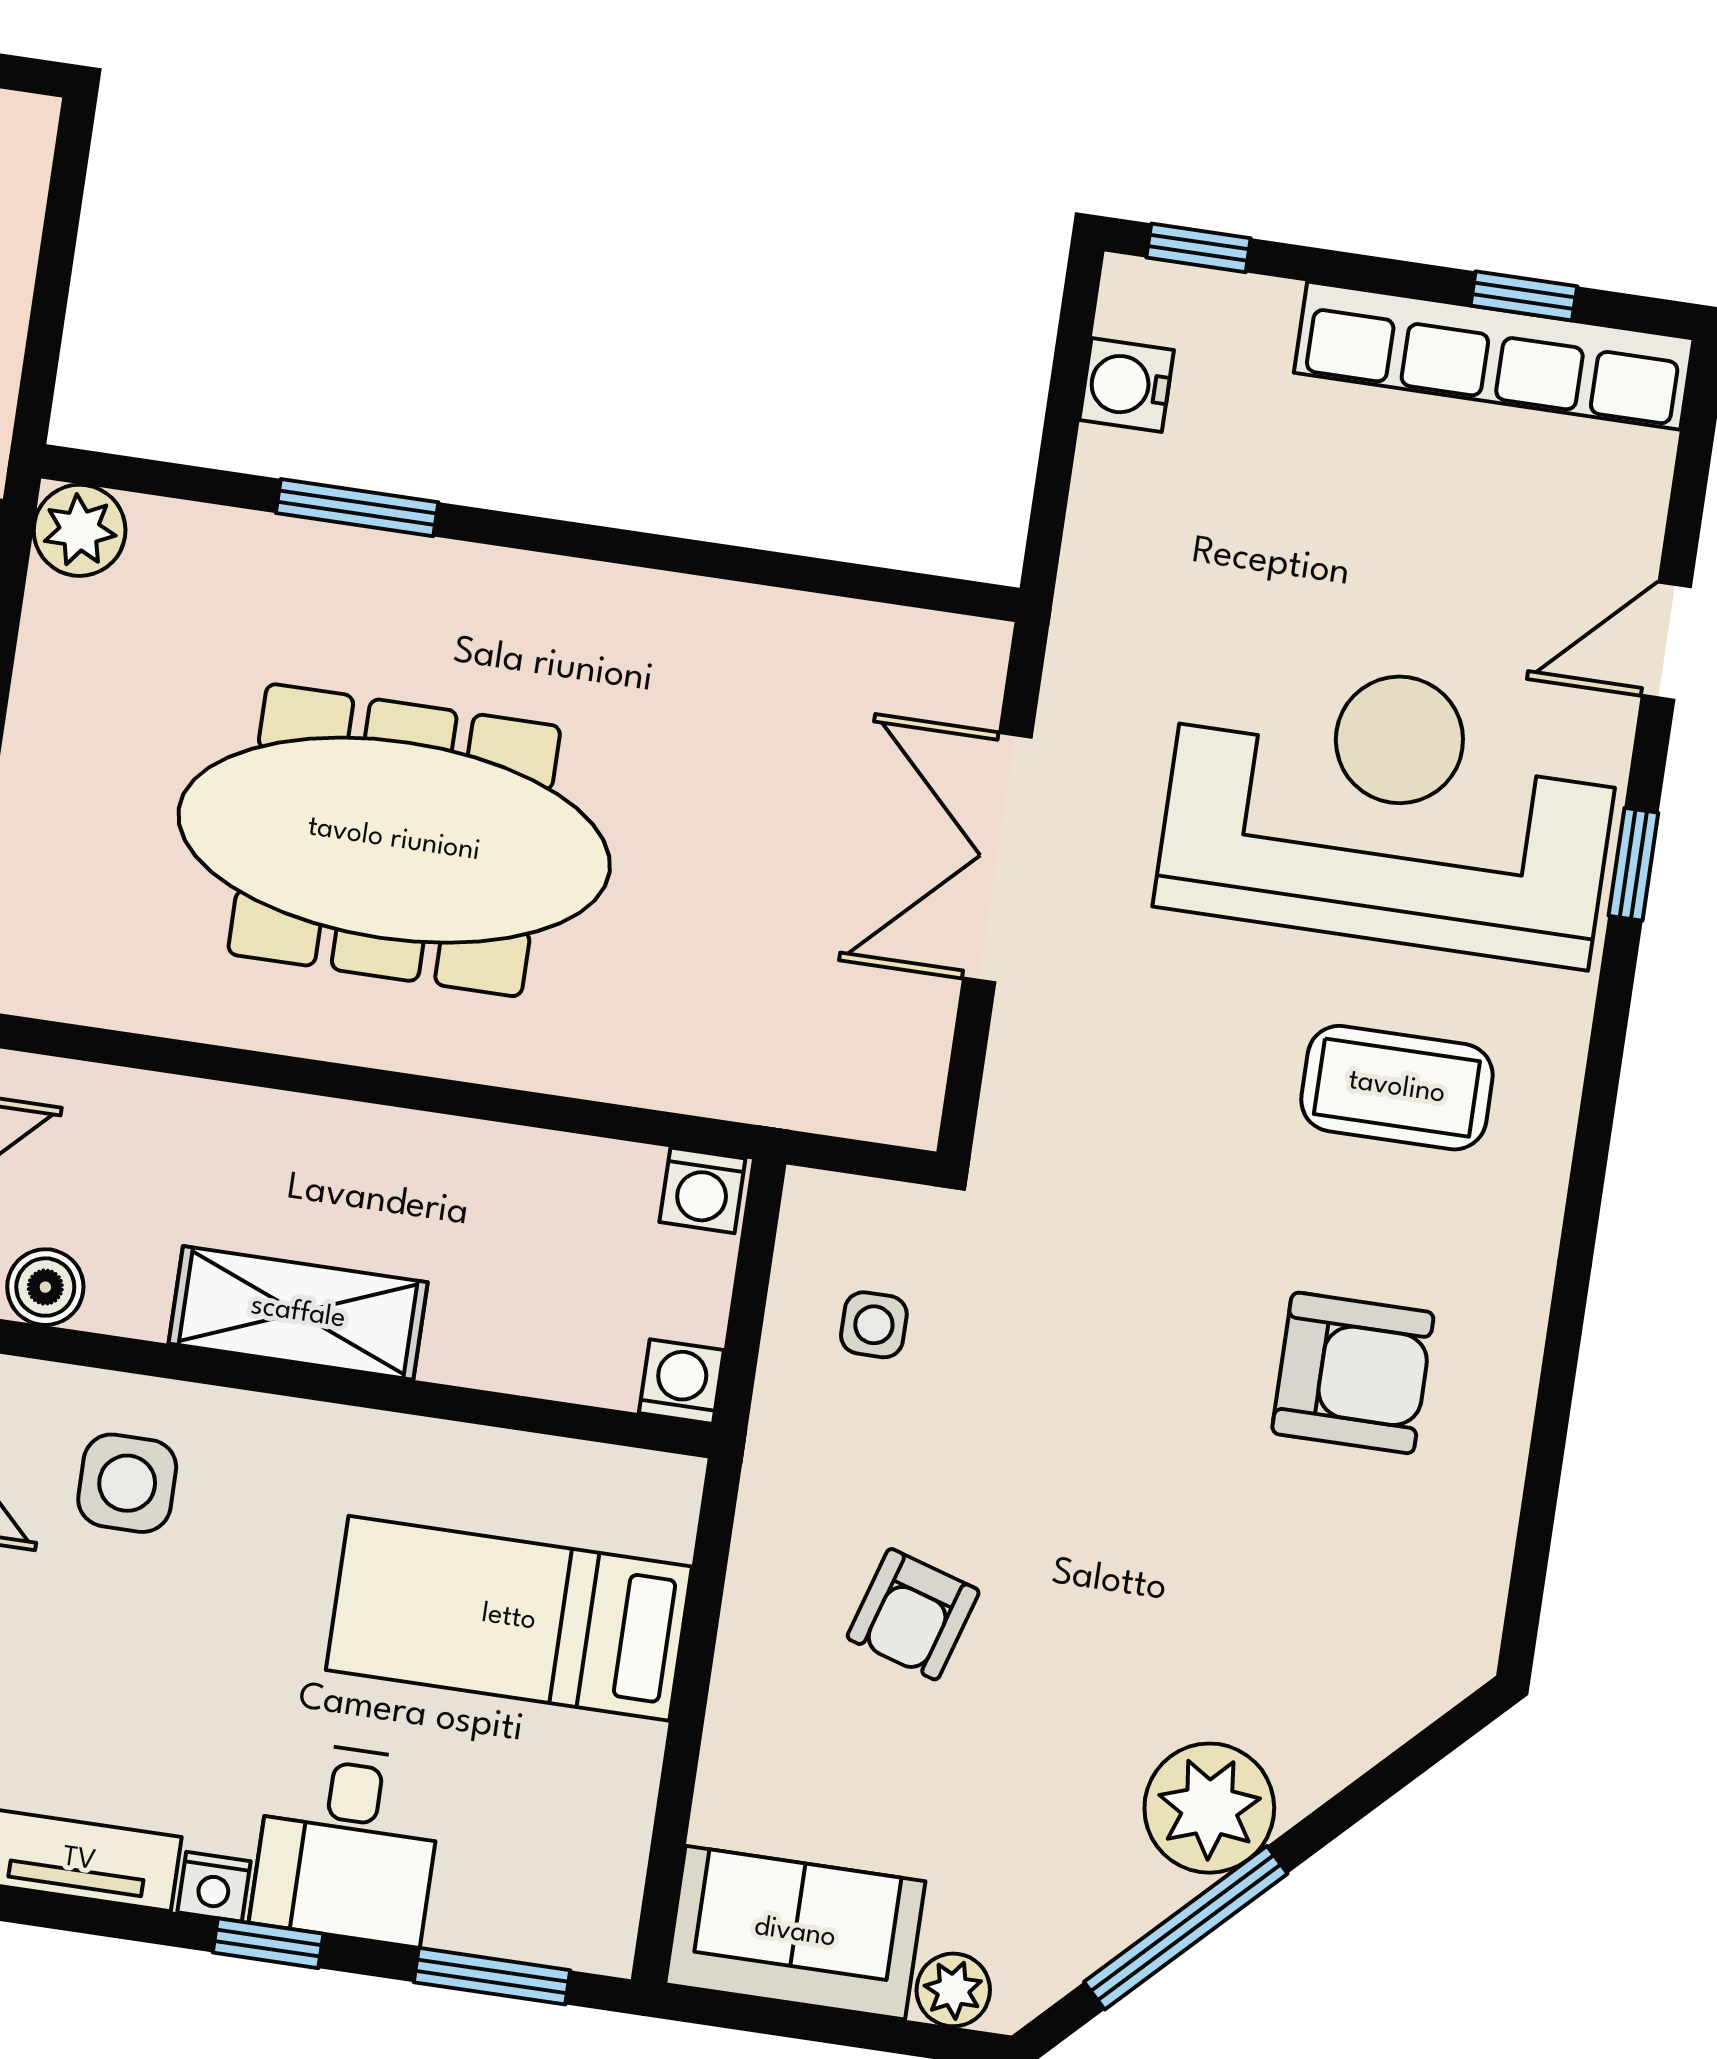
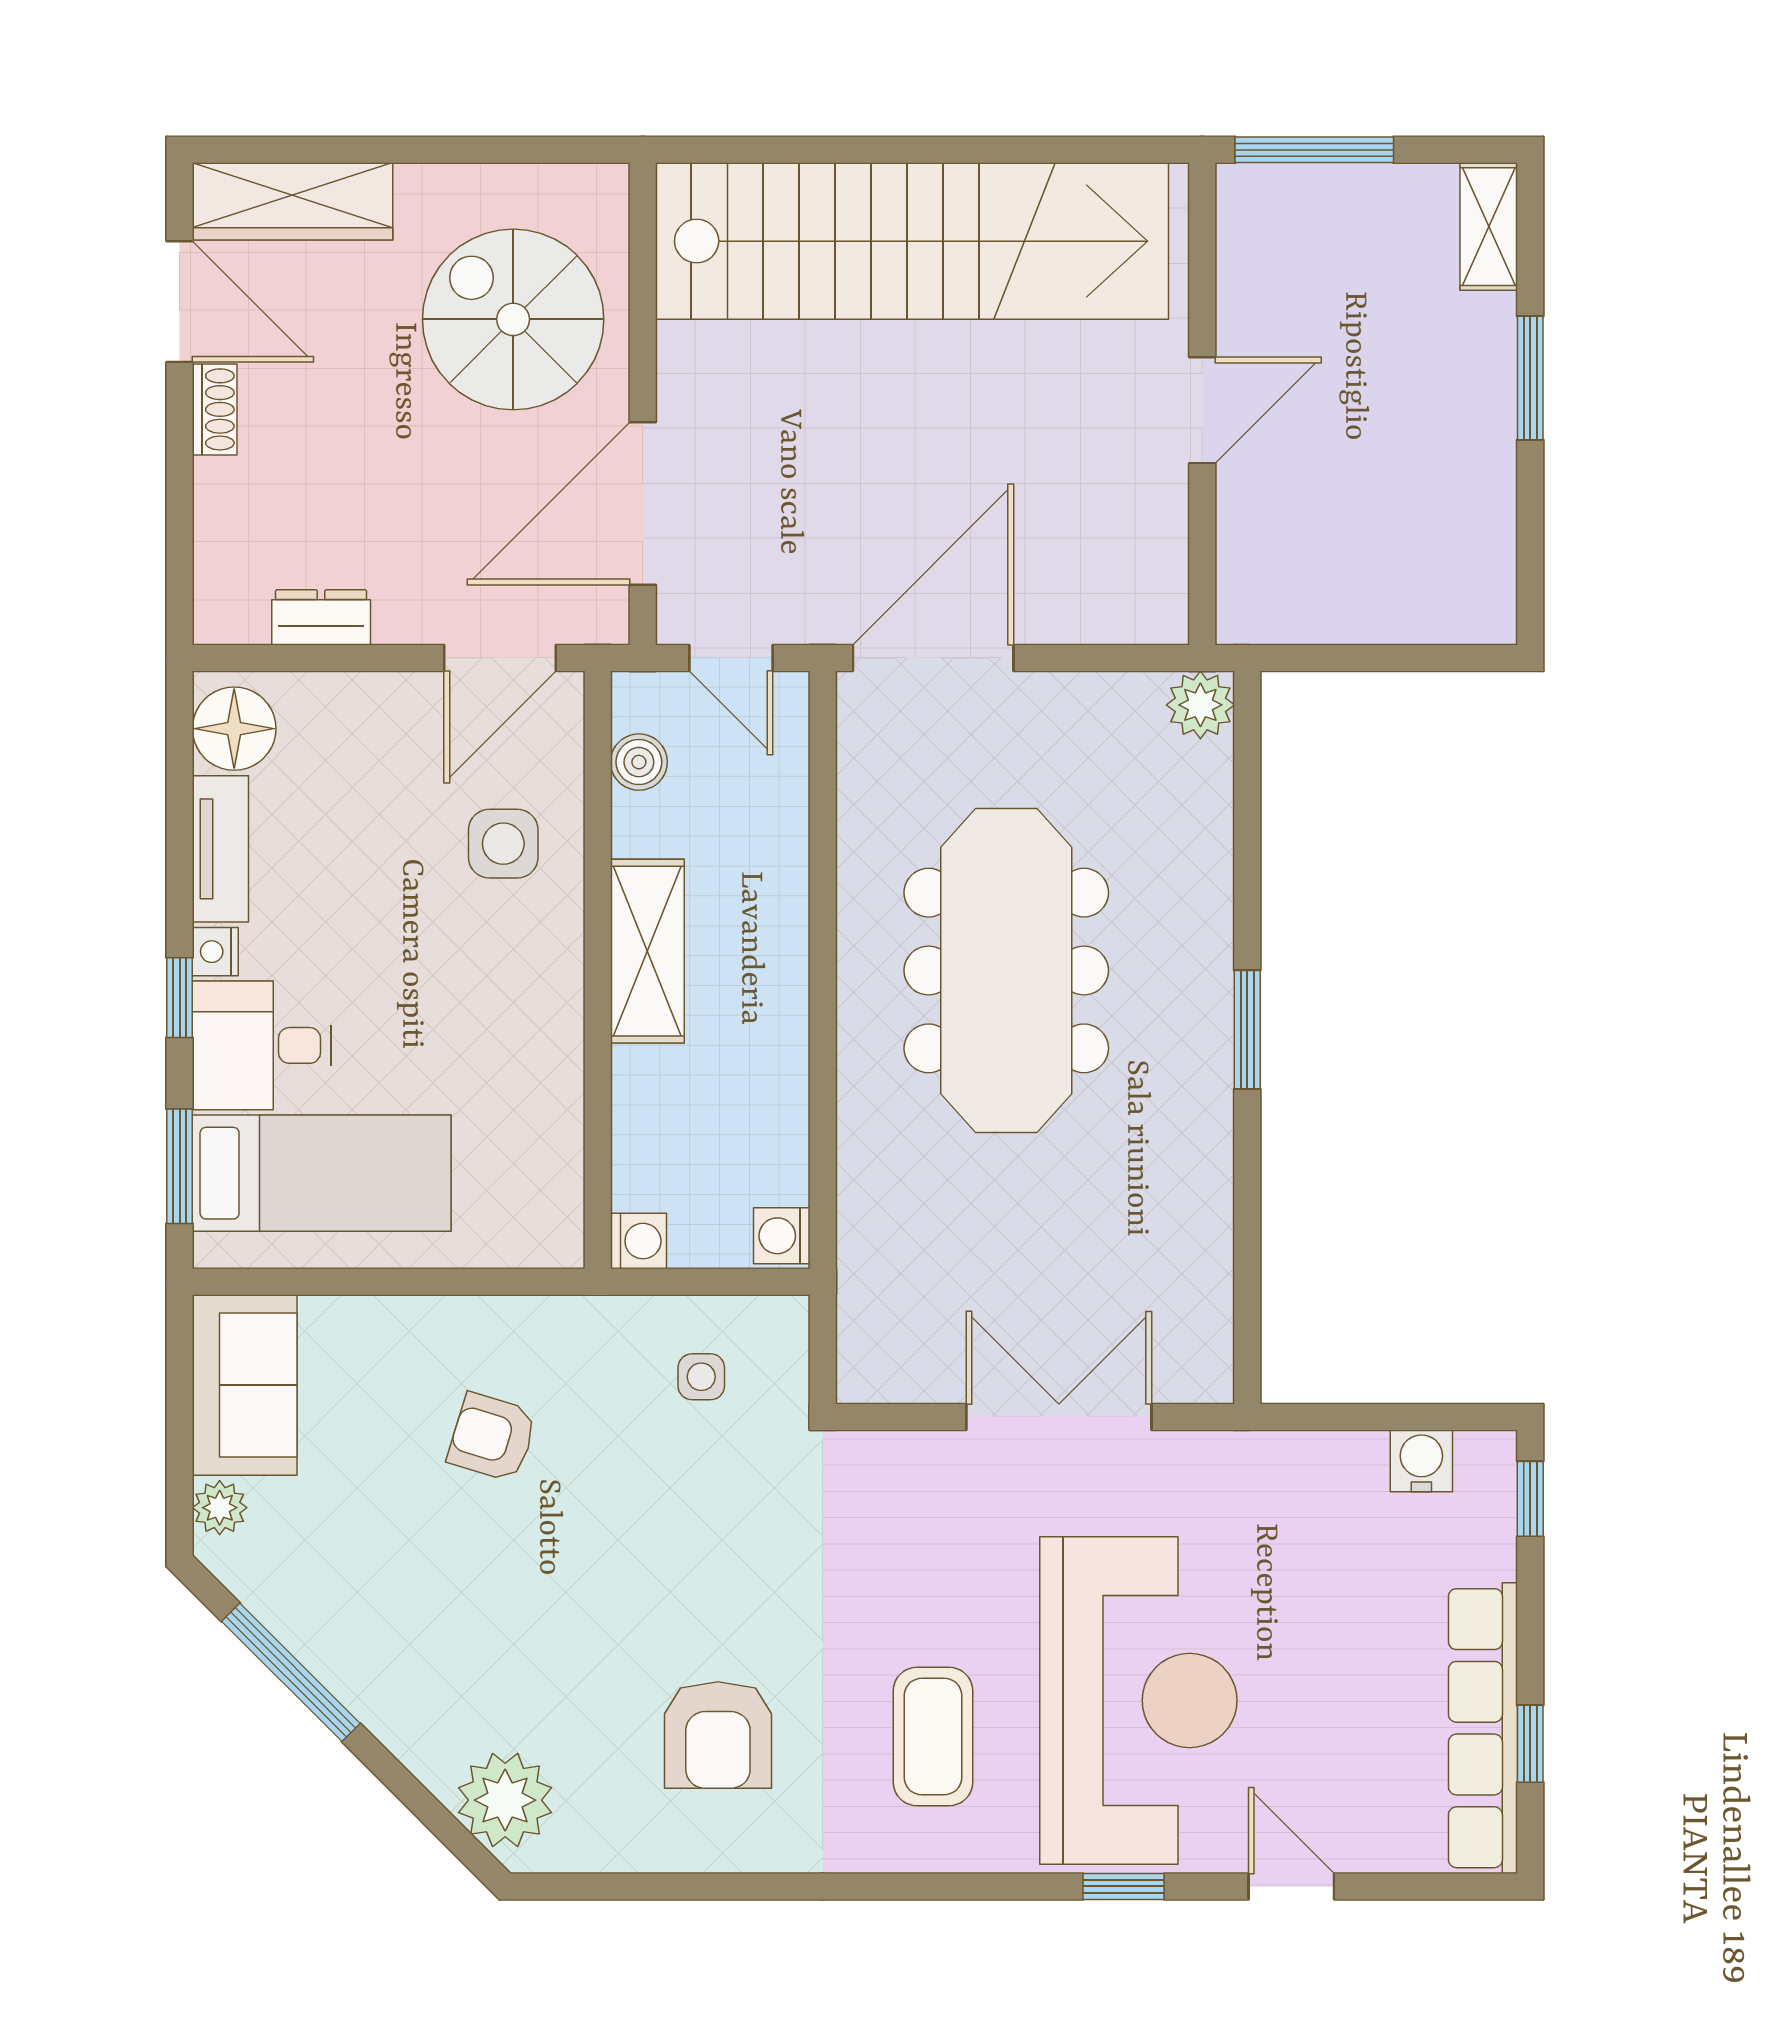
window: (357, 508) -> (1247, 1030), moved
bed: (509, 1618) -> (322, 1173), moved, turned 90
plant: (1209, 1808) -> (505, 1800), moved

